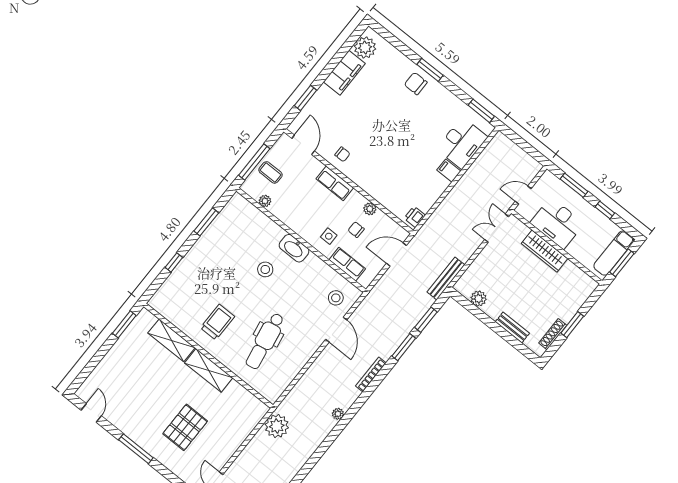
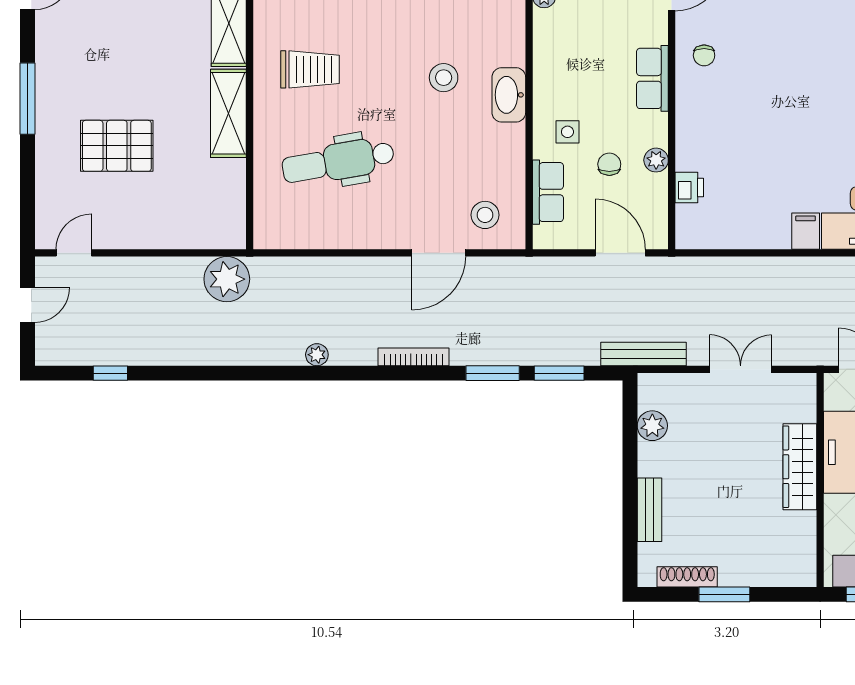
printer: (415, 217) -> (689, 187), moved, turned 90
double door: (497, 228) -> (741, 369), moved

